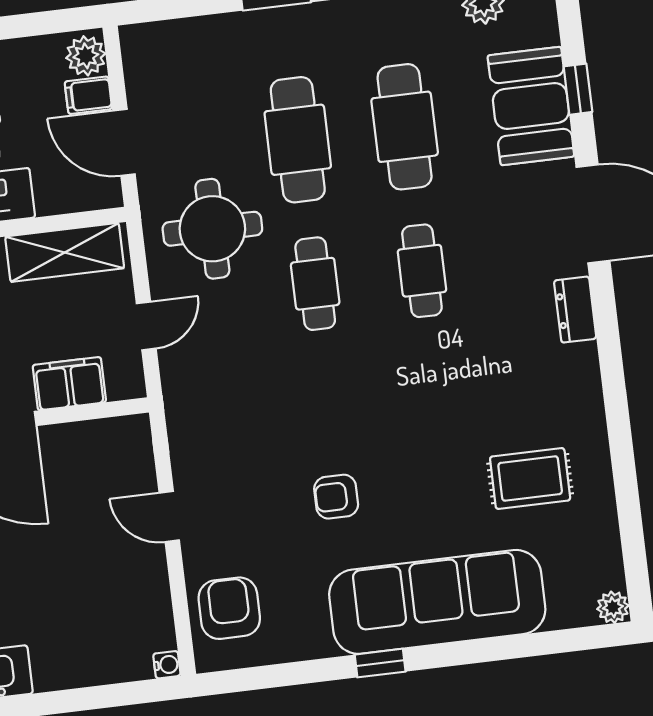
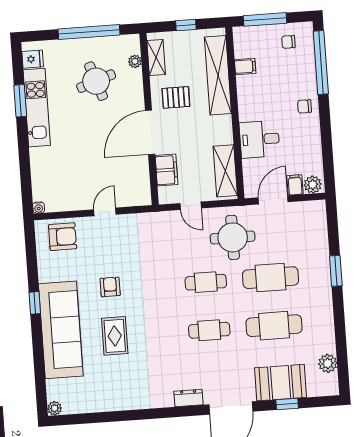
rug: (530, 479) -> (115, 336), moved

